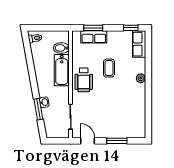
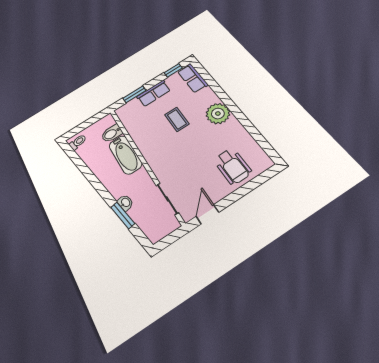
row of seats: (94, 37) -> (154, 93), moved
plant: (141, 78) -> (218, 114), width x1.88, depth x1.88
wheelchair: (84, 80) -> (233, 166), moved
door: (88, 141) -> (207, 214), hinge flipped
window: (117, 141) -> (244, 190), removed

